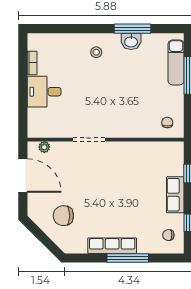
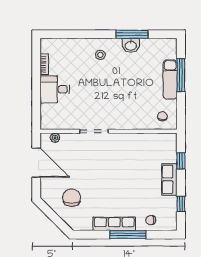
exam couch: (176, 62) -> (170, 80), moved
chair: (63, 216) -> (72, 198), turned 90
chair: (168, 235) -> (151, 220), moved

